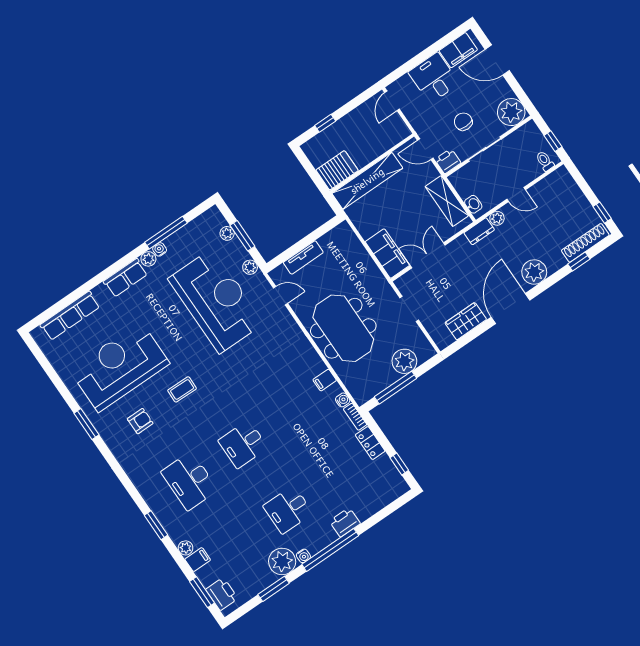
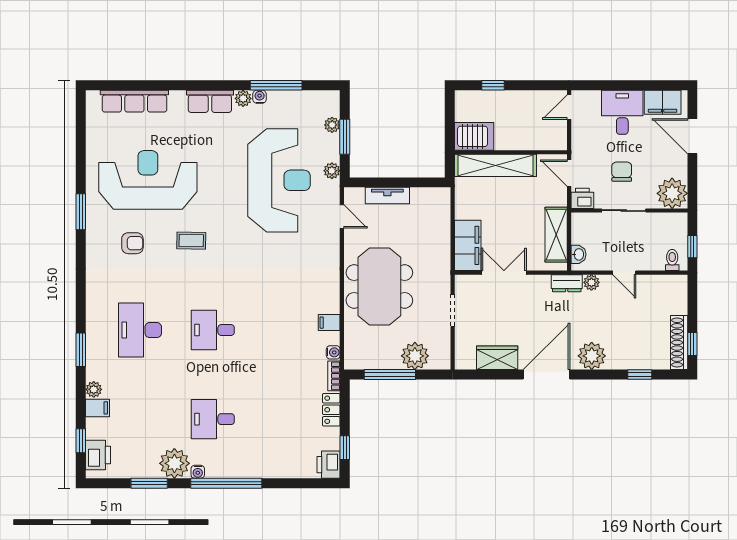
shoe rack: (585, 243) -> (679, 342), moved, turned -90
printer: (345, 522) -> (329, 465), moved, turned -90
window: (202, 592) -> (81, 441), width x0.67

